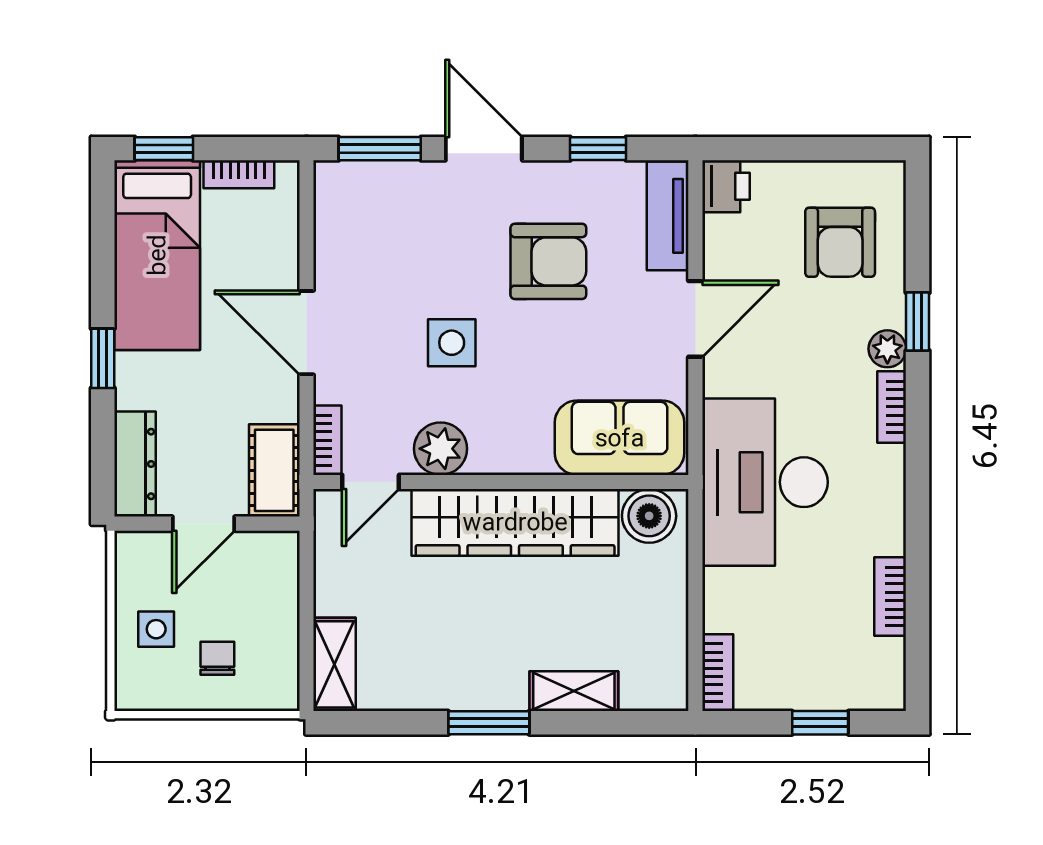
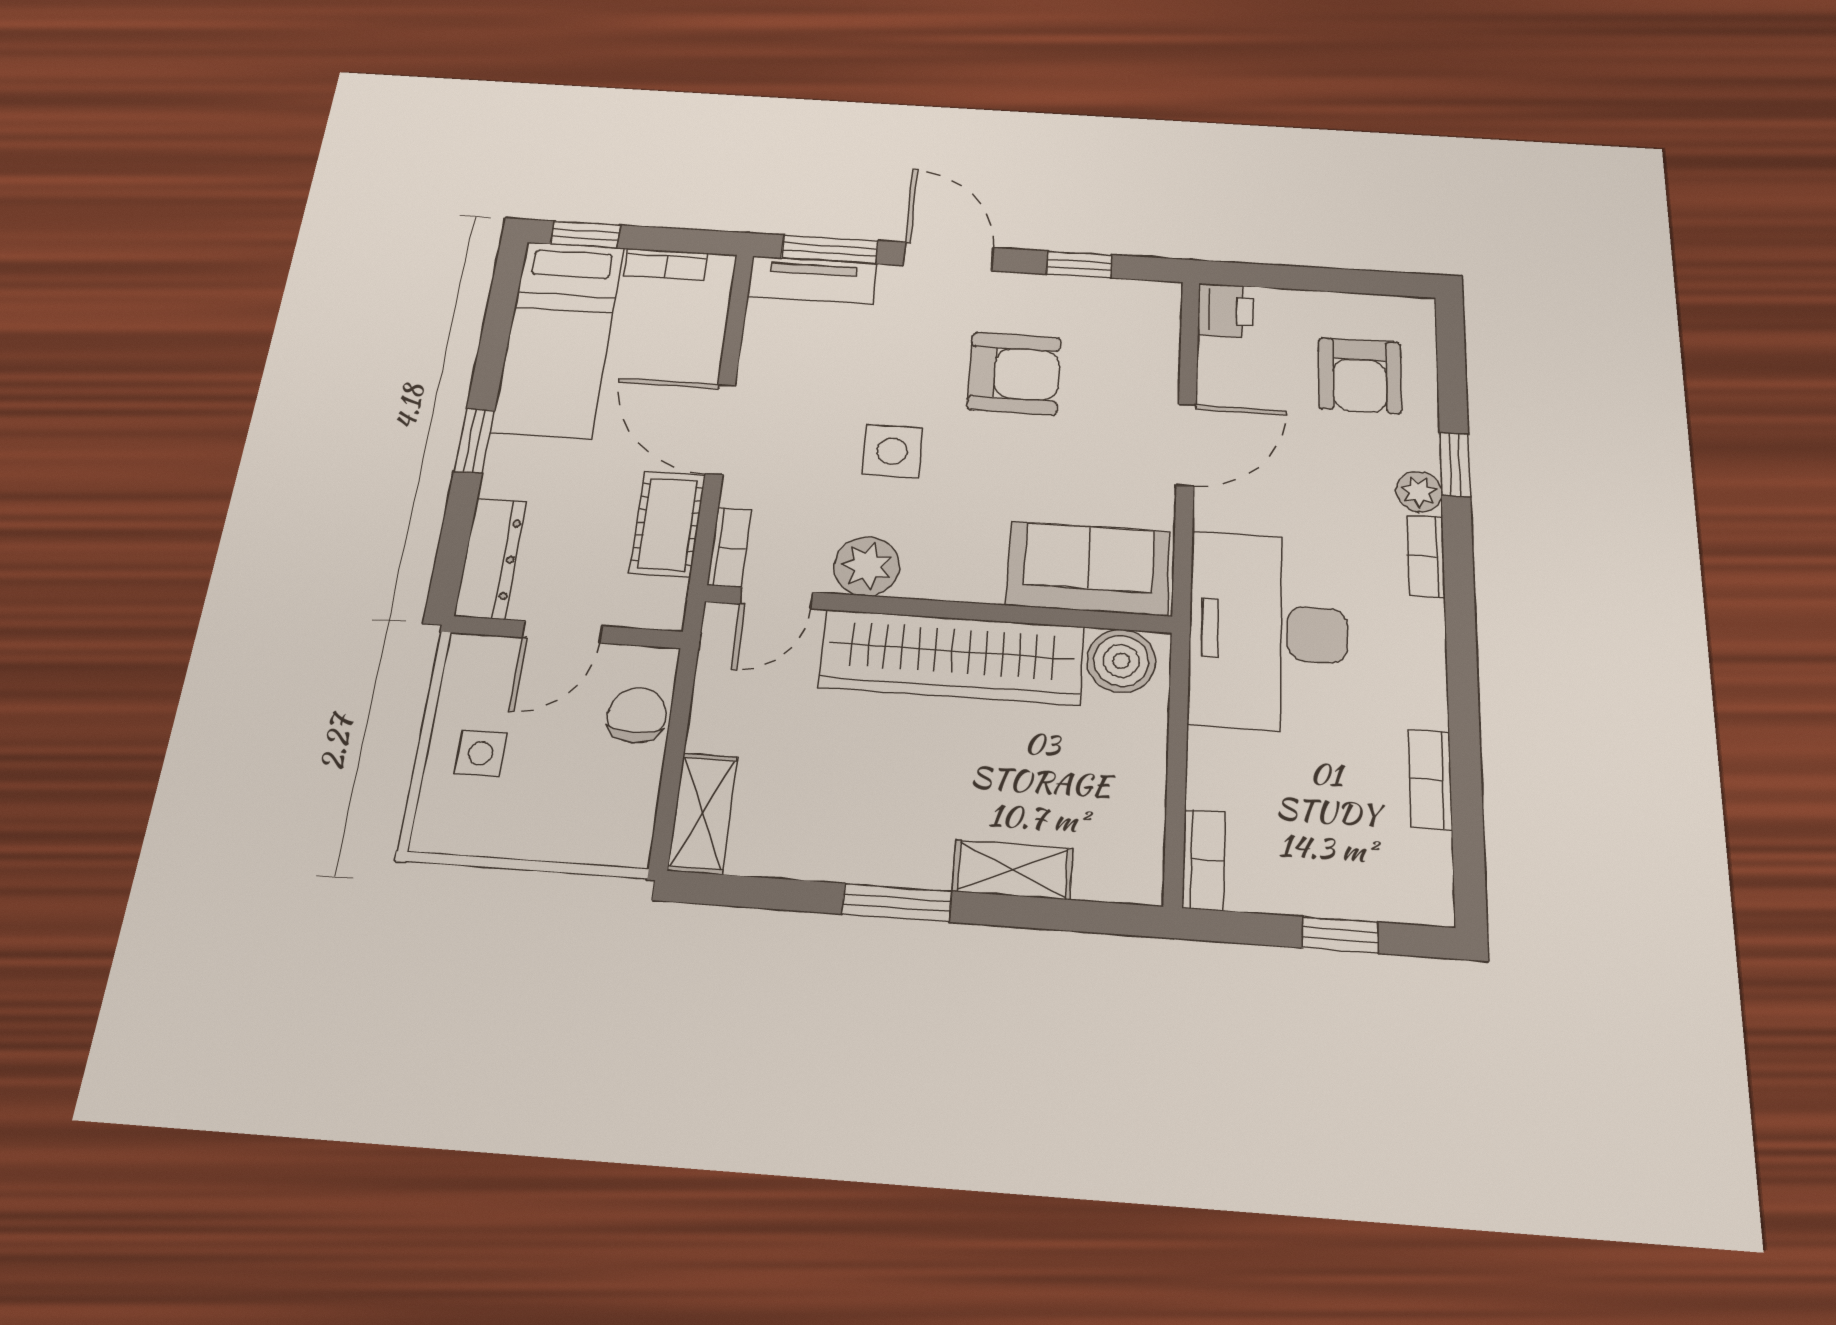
tv unit: (668, 216) -> (812, 280), moved, turned -90
cot: (274, 470) -> (668, 524), moved
chair: (217, 658) -> (637, 715), moved, width x1.37, depth x1.37

